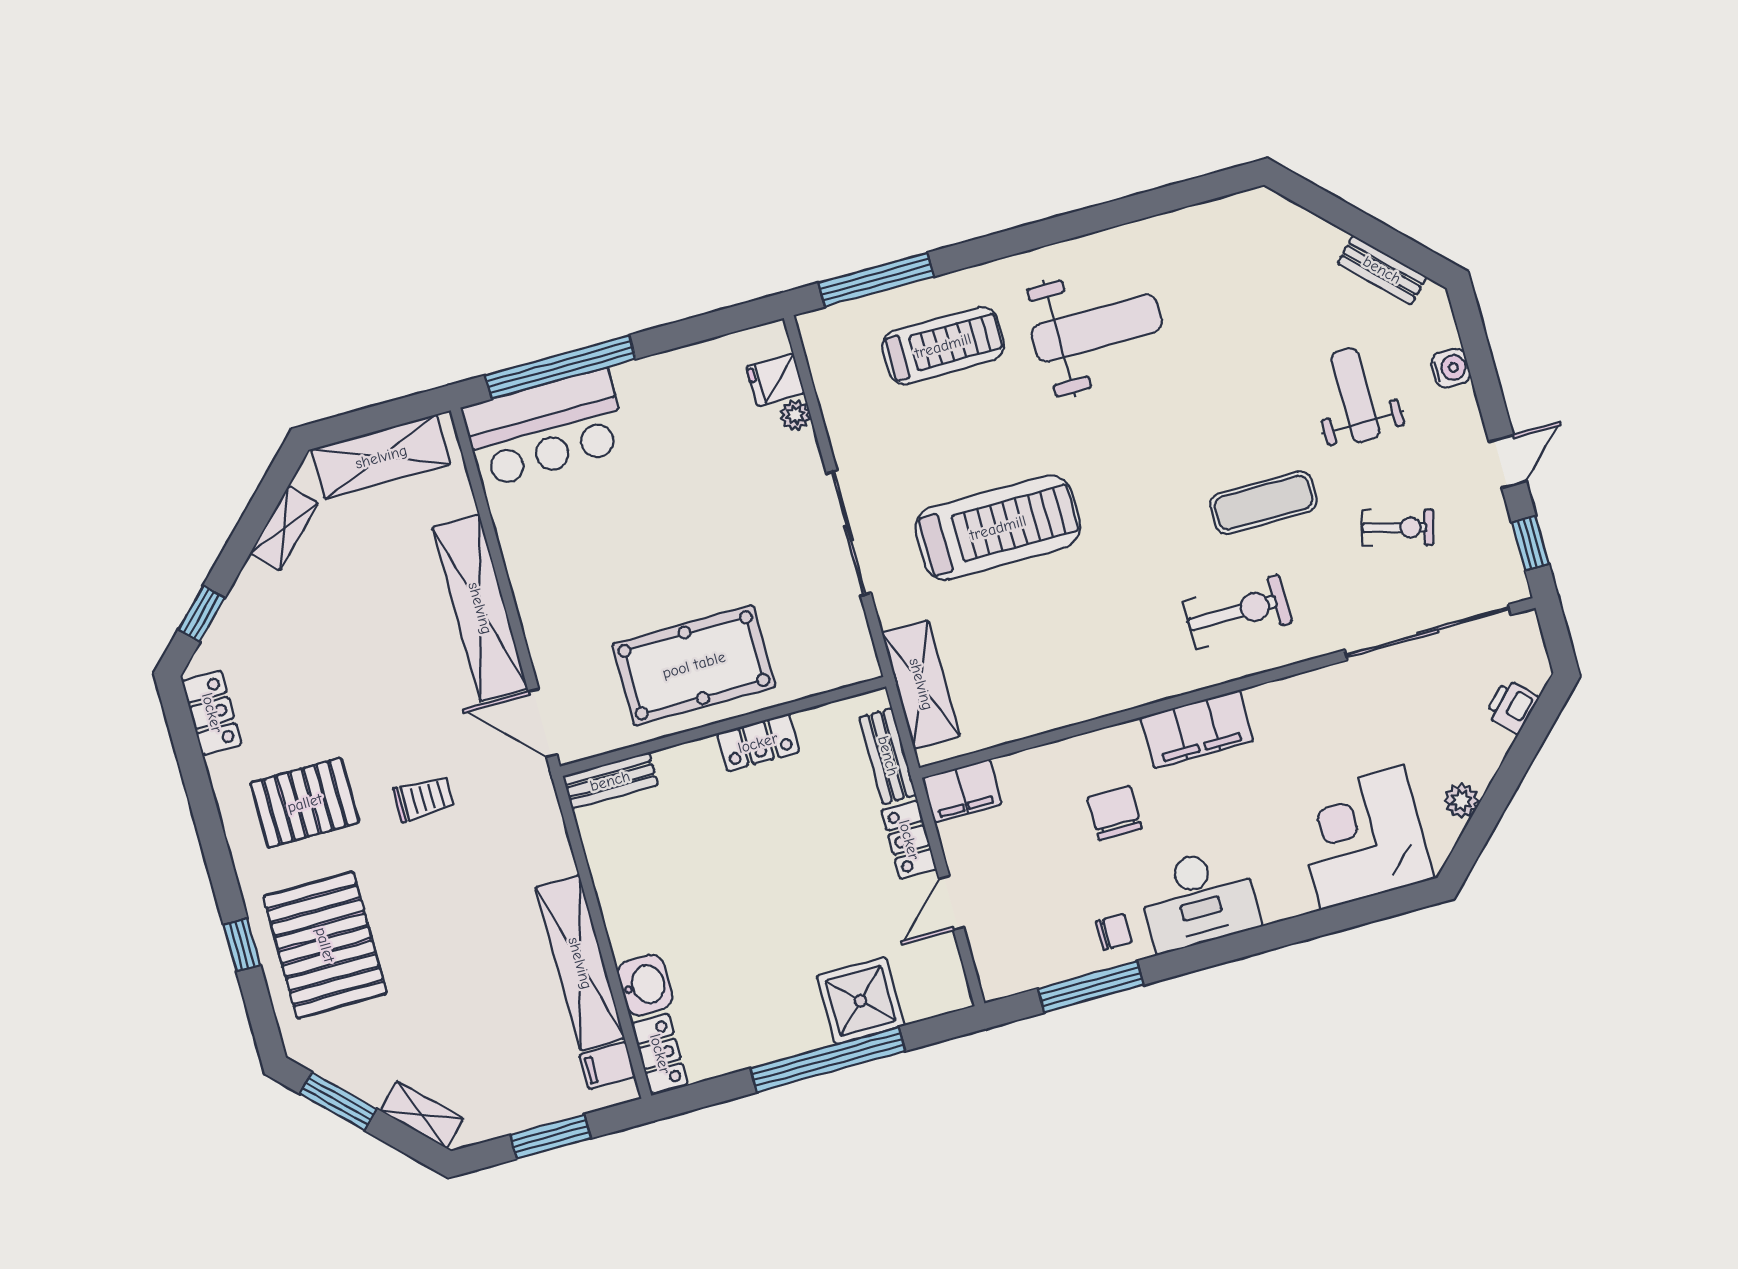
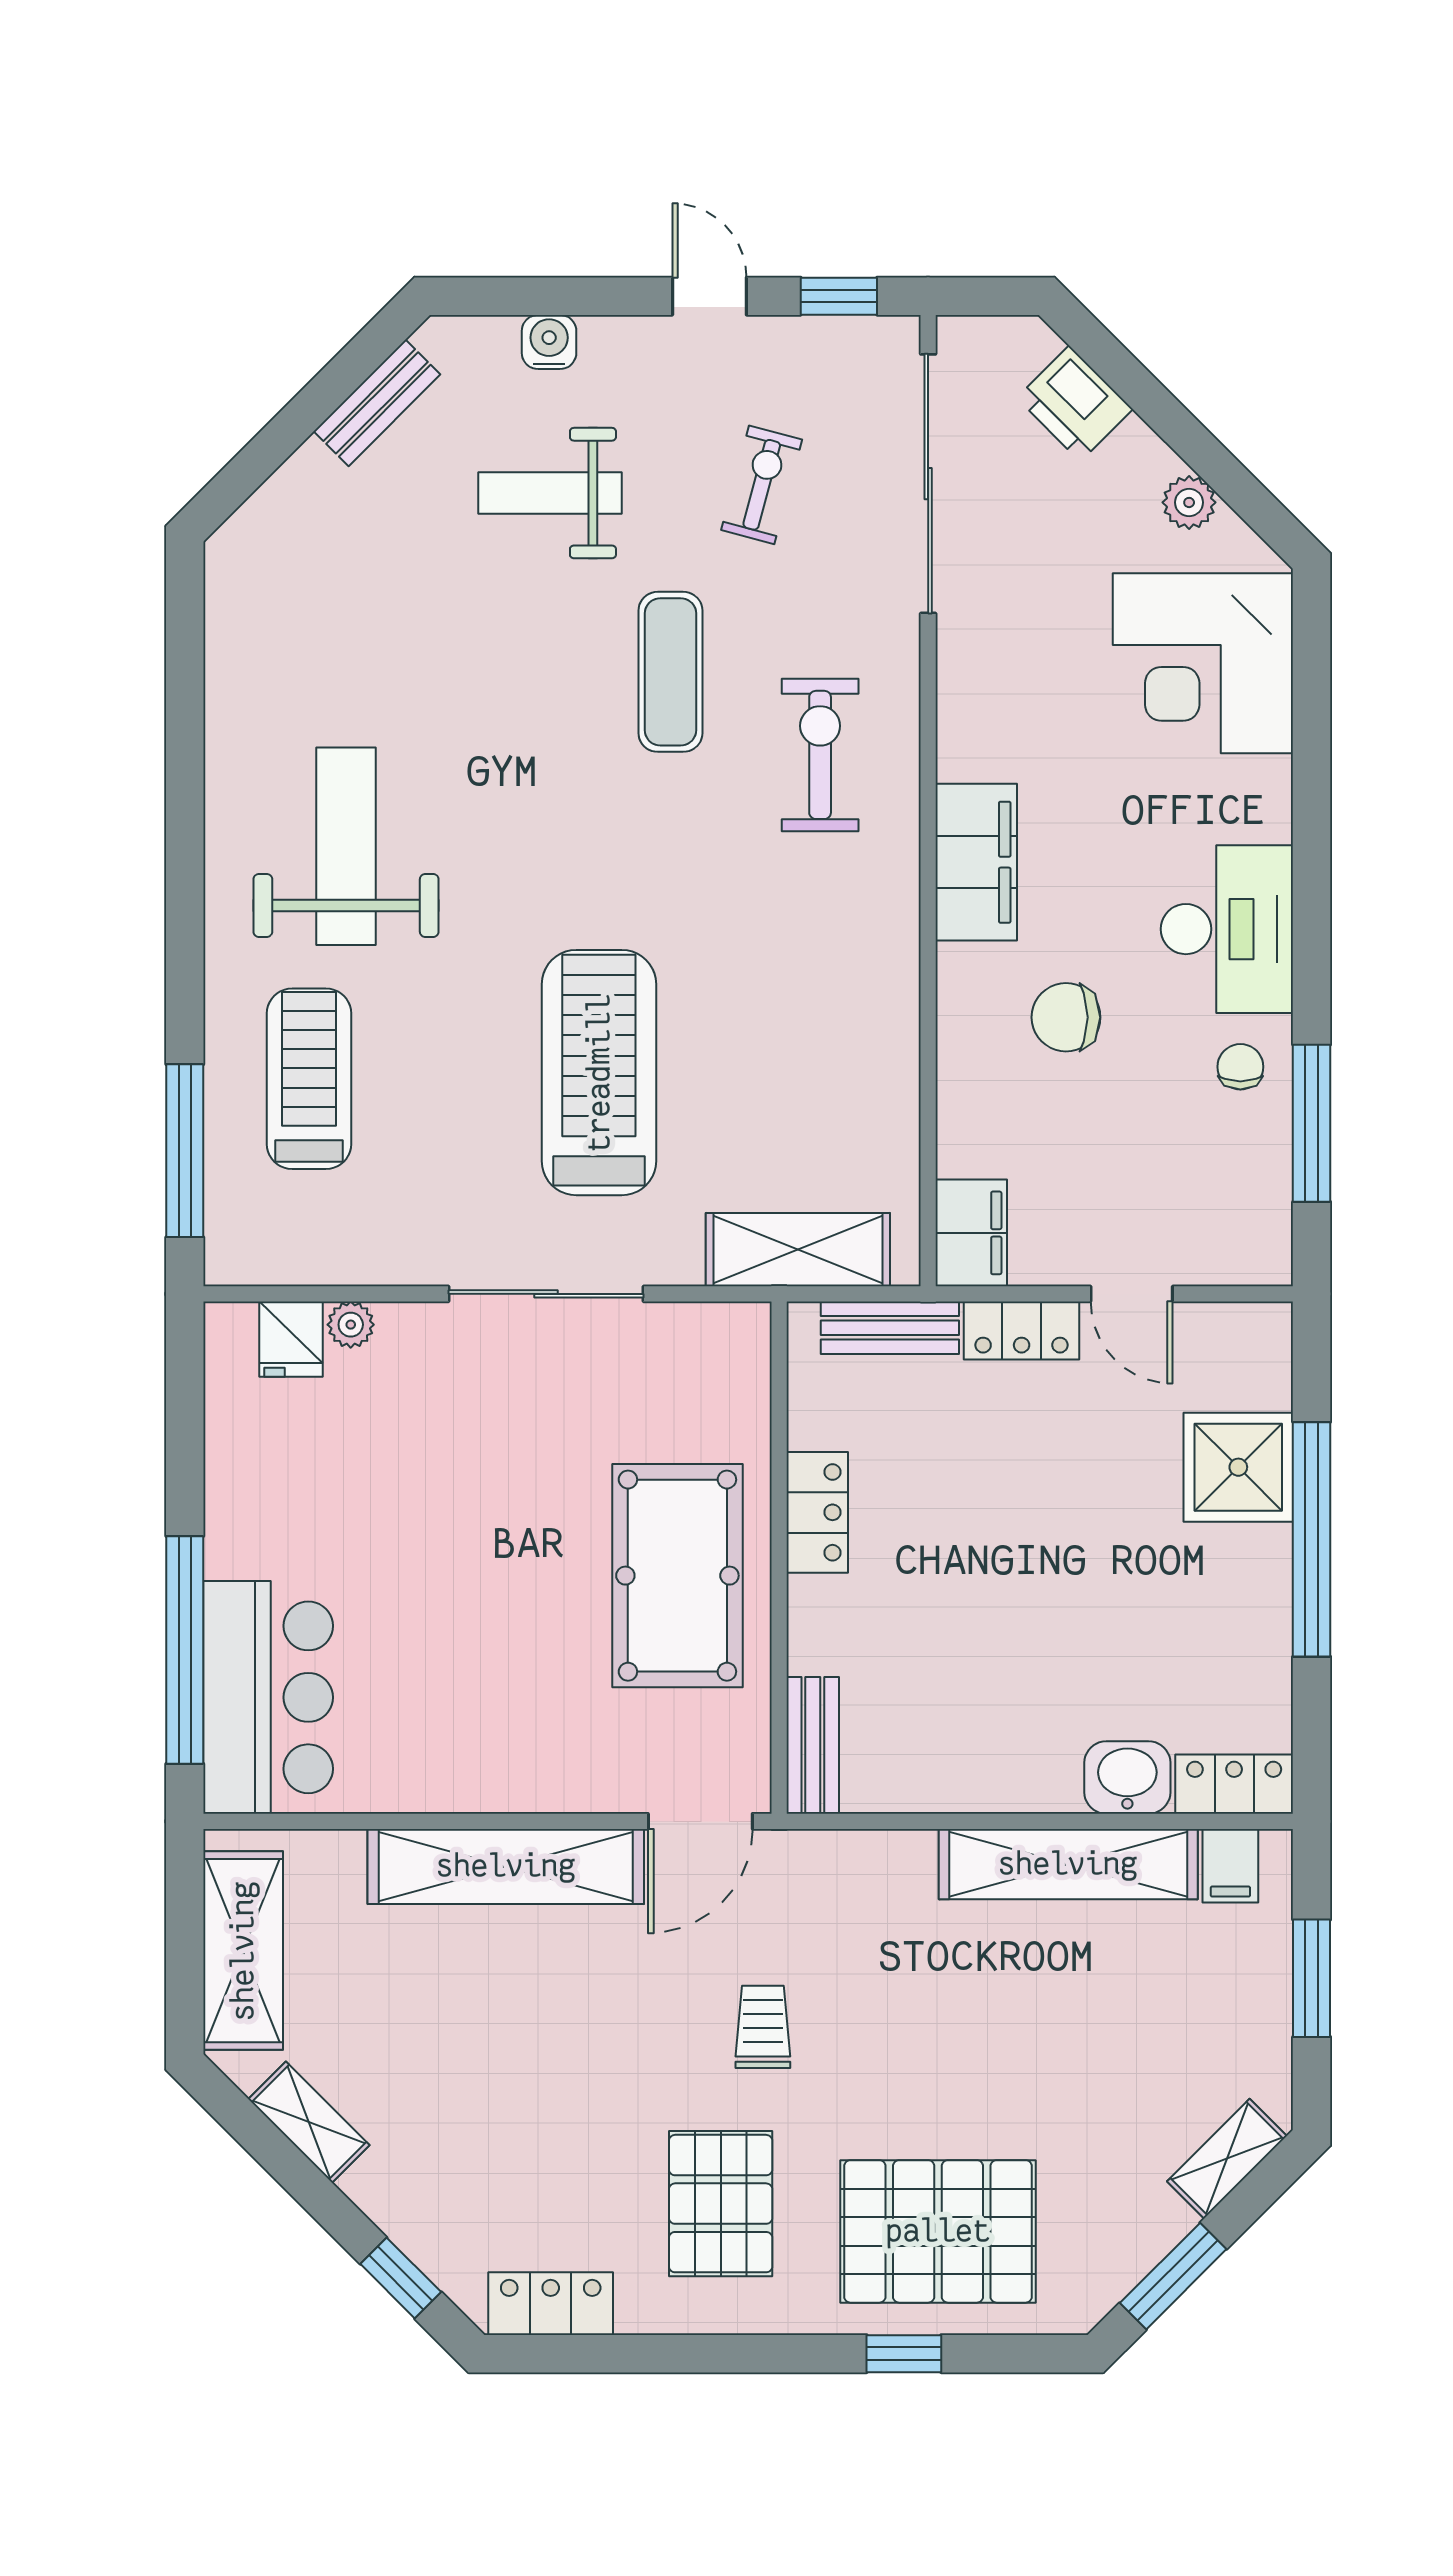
printer: (1512, 706) -> (1075, 403), width x1.36, depth x1.24

